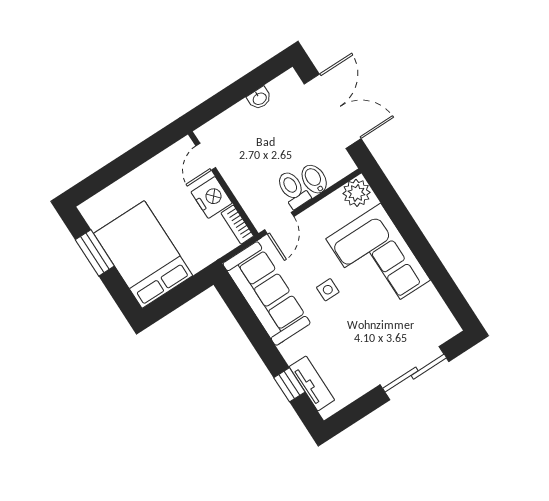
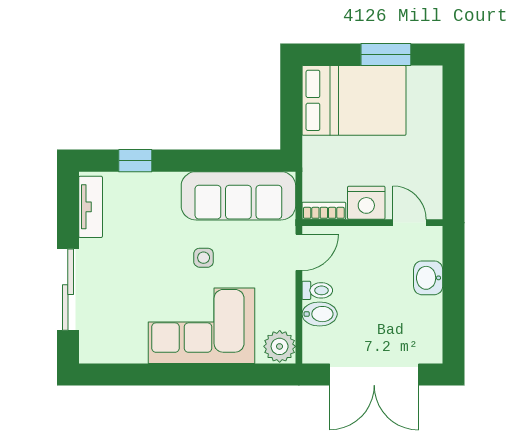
washbasin: (259, 98) -> (428, 278), moved, width x1.38, depth x1.45
toilet: (293, 189) -> (317, 290), width x0.73, depth x0.72
door: (279, 223) -> (299, 252), swing flipped
tv unit: (312, 383) -> (91, 207), moved, turned -90

